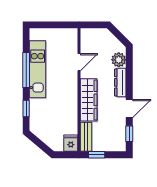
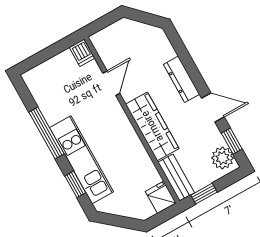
dishwasher: (72, 35) -> (82, 53), added
plant: (119, 60) -> (223, 158), moved
kitchen unit: (38, 69) -> (82, 160), moved
door: (129, 109) -> (213, 107), hinge flipped

